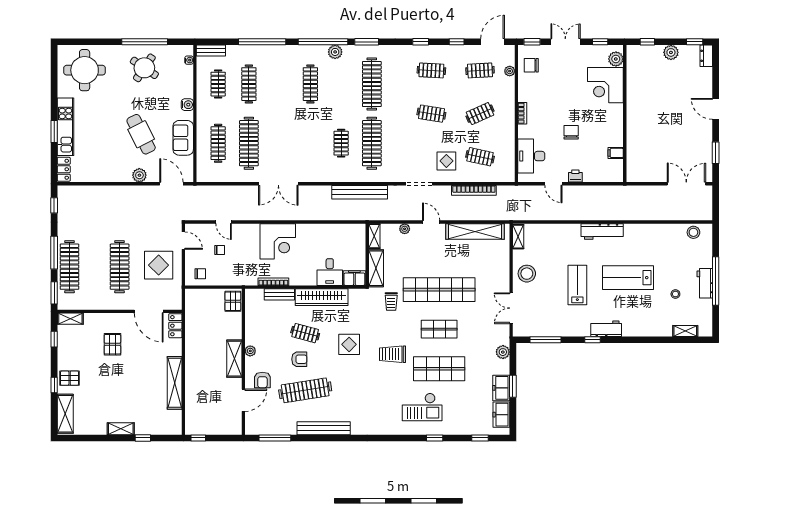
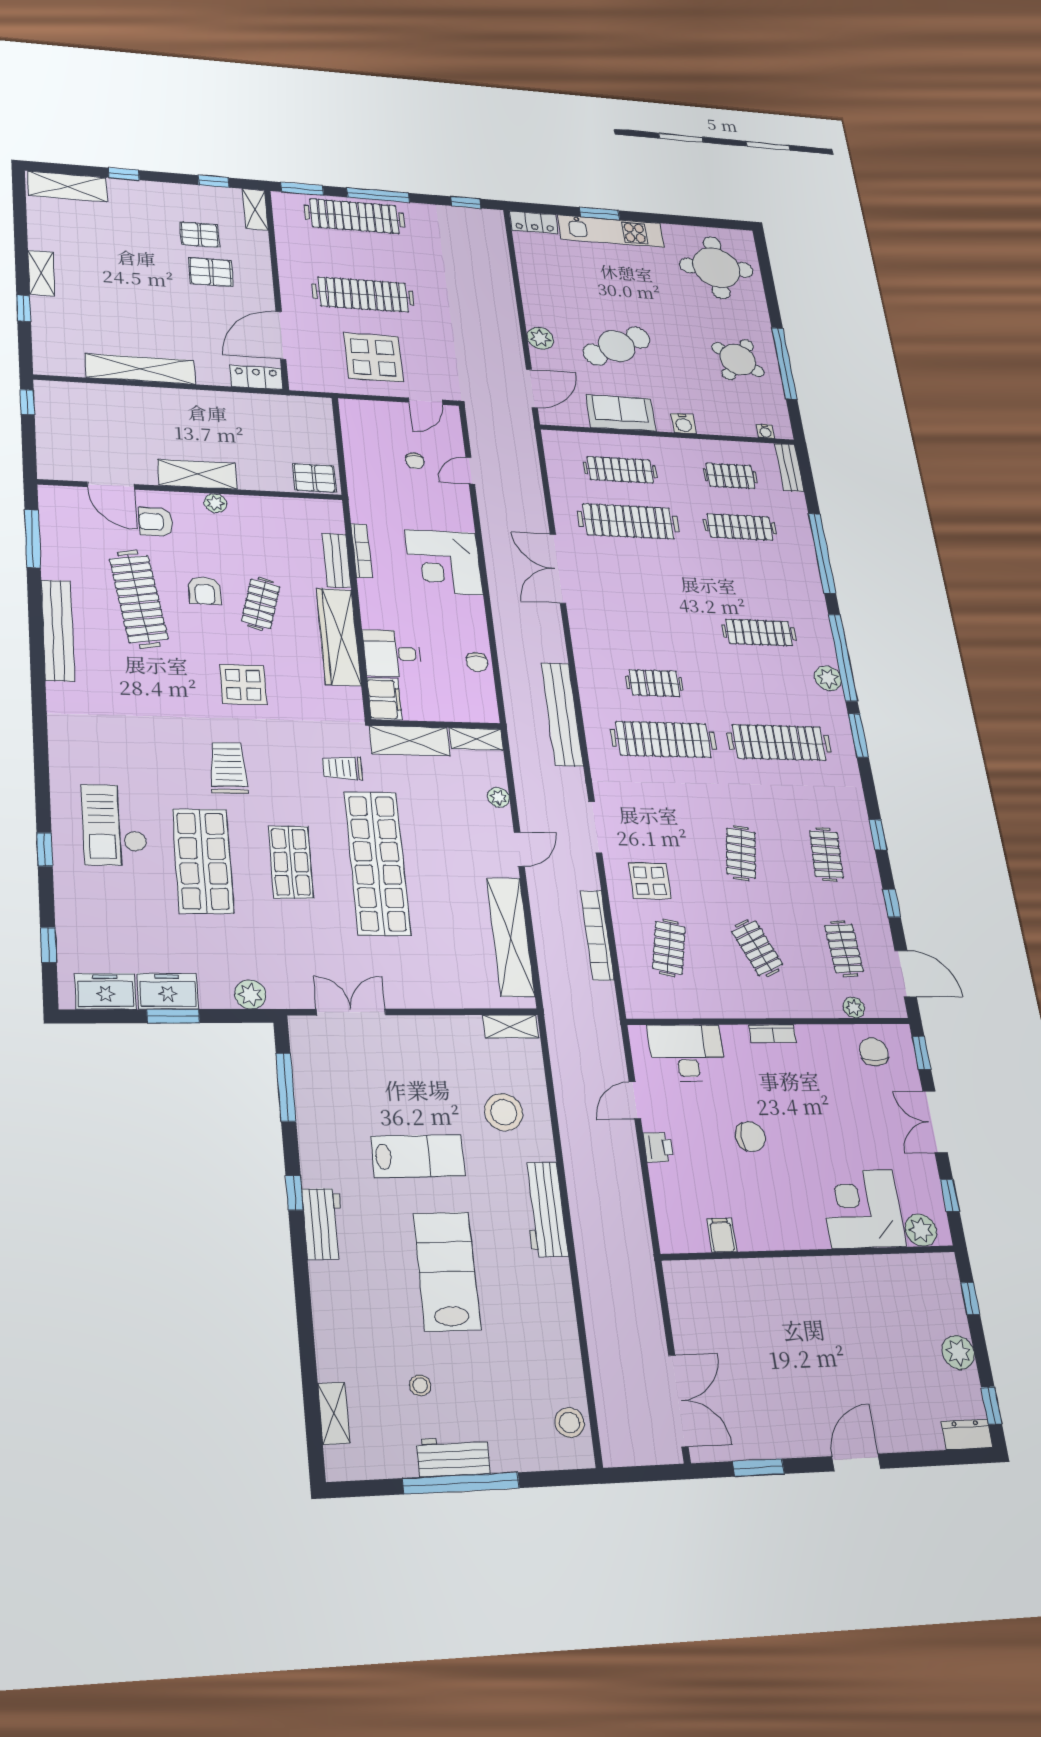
double door: (565, 42) -> (935, 1122), swing flipped
chair: (200, 274) -> (477, 662), moved
stool: (527, 274) -> (504, 1112), moved
pallet: (70, 378) -> (200, 235), moved, turned 90

